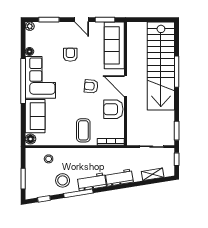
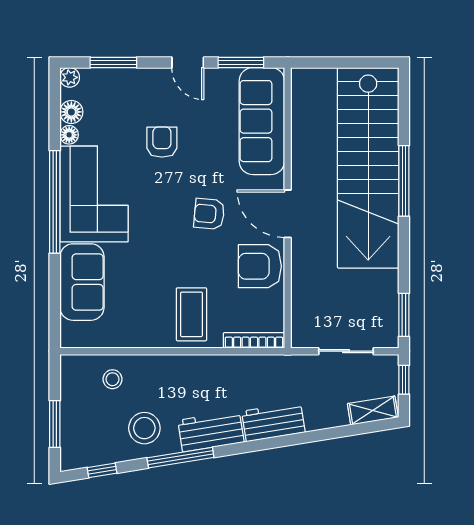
floor lamp: (30, 139) -> (71, 112), moved
shelving: (153, 174) -> (373, 410), moved

